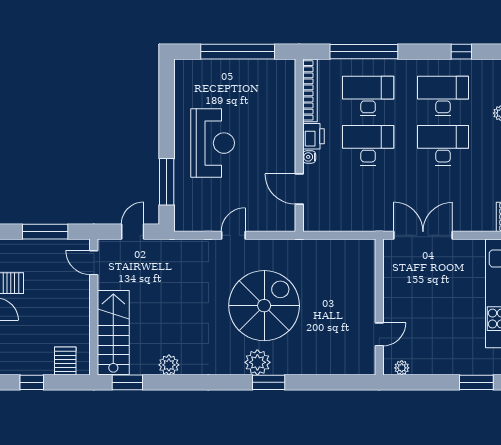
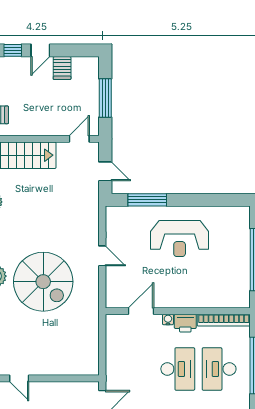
desk: (368, 96) -> (219, 369), turned 180

